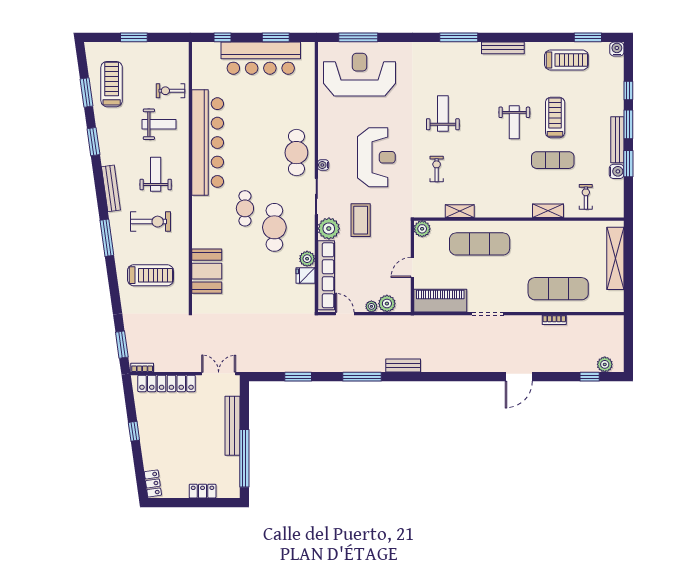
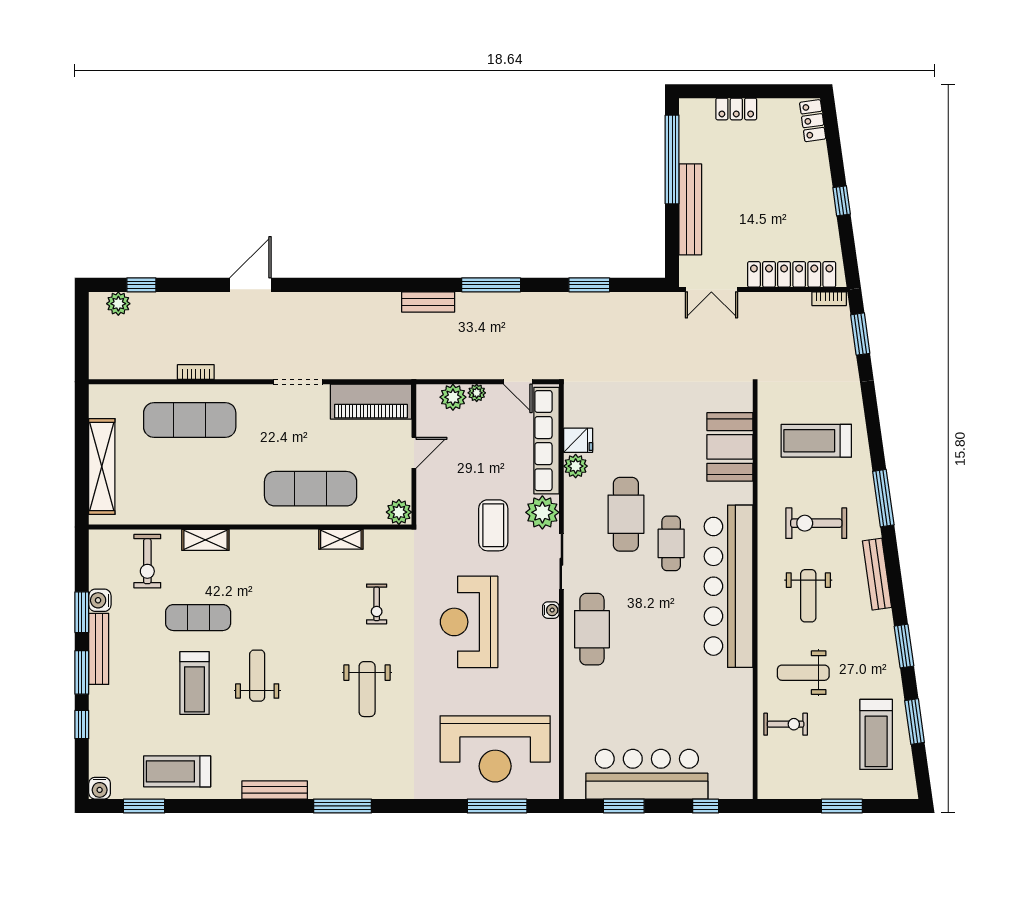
bar counter: (208, 143) -> (729, 586), moved
exercise bike: (586, 197) -> (147, 561), width x1.38, depth x1.39

